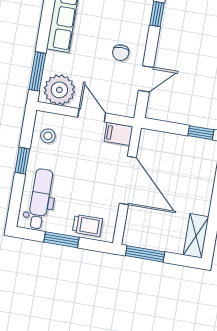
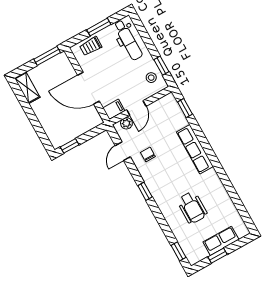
window: (37, 71) -> (185, 108), width x0.67
plant: (59, 90) -> (126, 123), moved, width x0.53, depth x0.53
door: (92, 115) -> (136, 108), hinge flipped
window: (22, 161) -> (161, 66), moved

